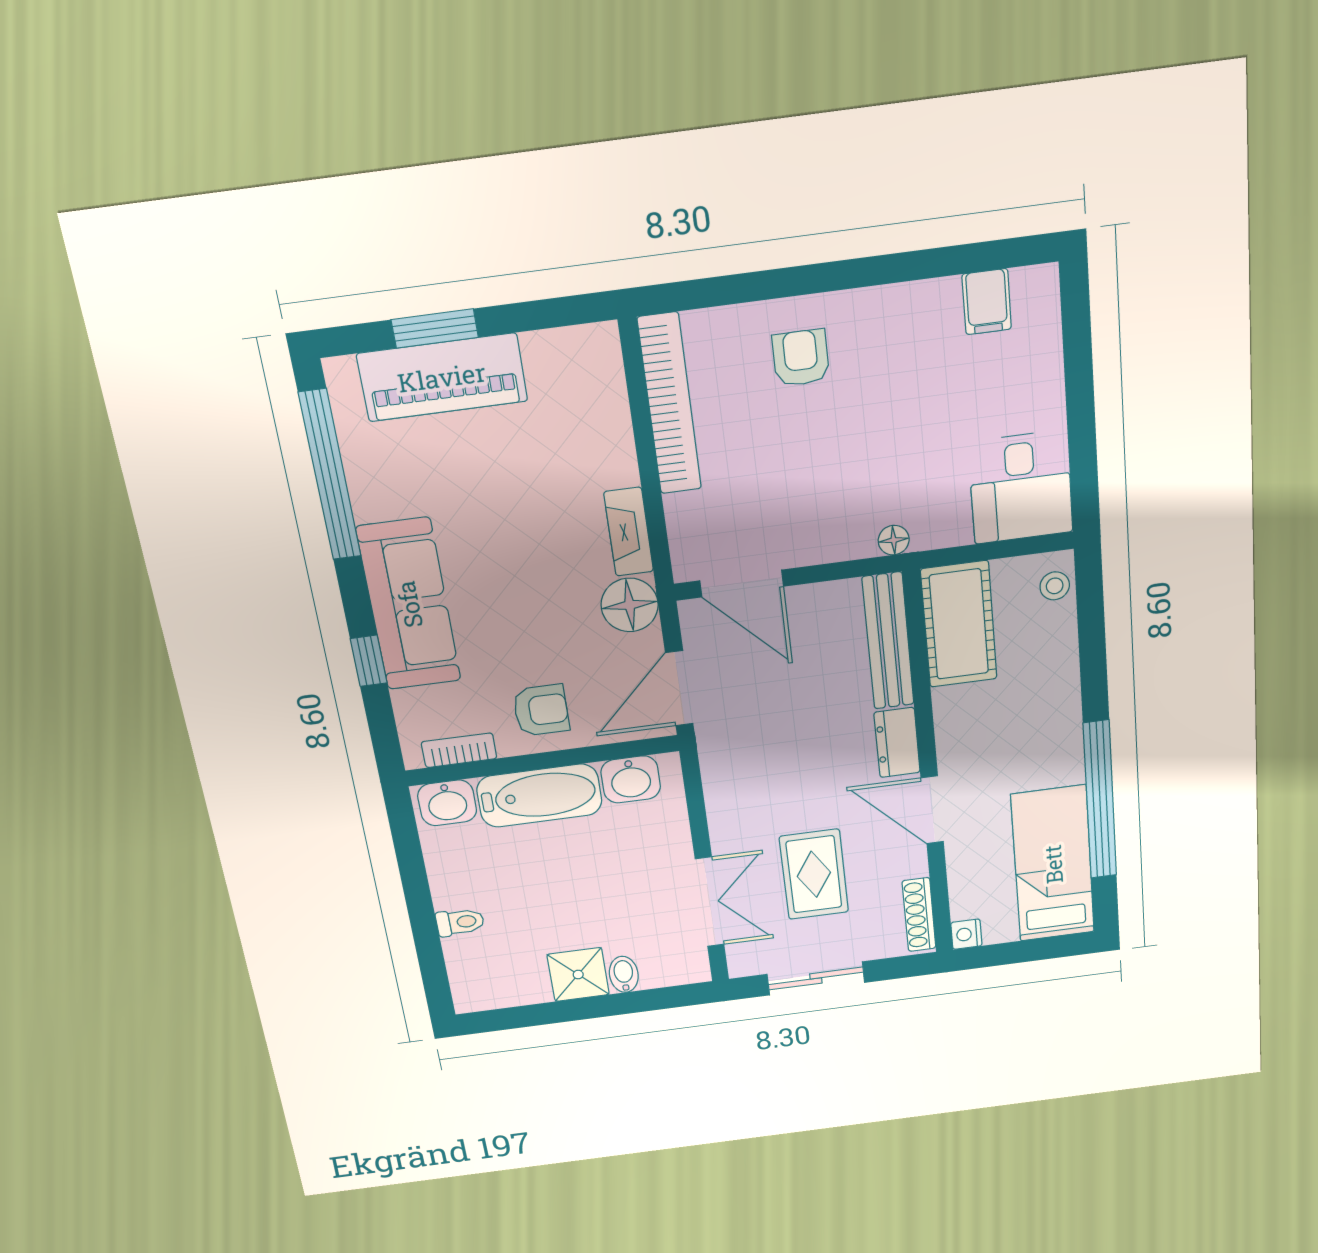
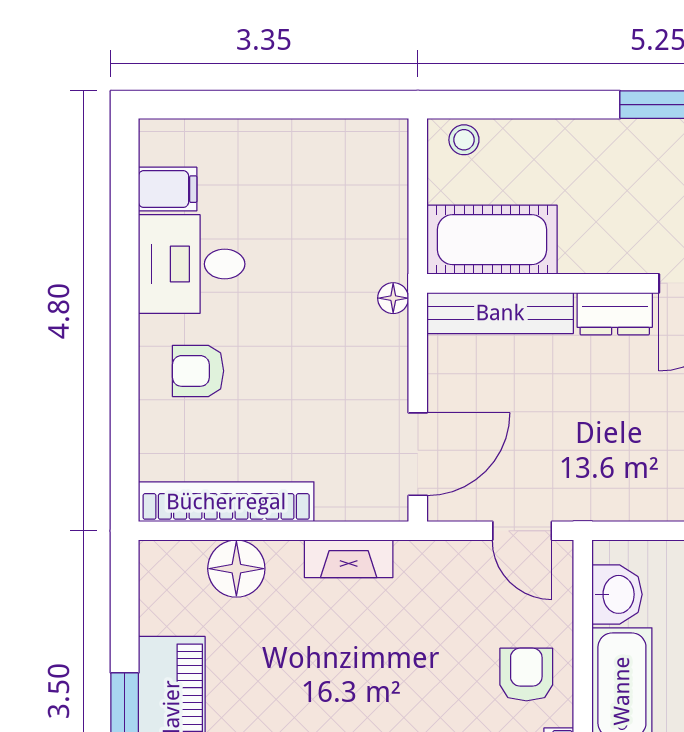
desk: (1021, 487) -> (192, 264), moved, turned 180
floor lamp: (630, 605) -> (236, 569), moved
door: (679, 688) -> (522, 531), width x0.73

